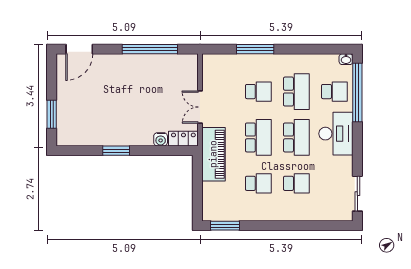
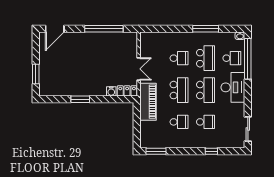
window: (255, 49) -> (206, 29), moved
double door: (200, 107) -> (139, 69), swing flipped
window: (305, 226) -> (211, 151), added

